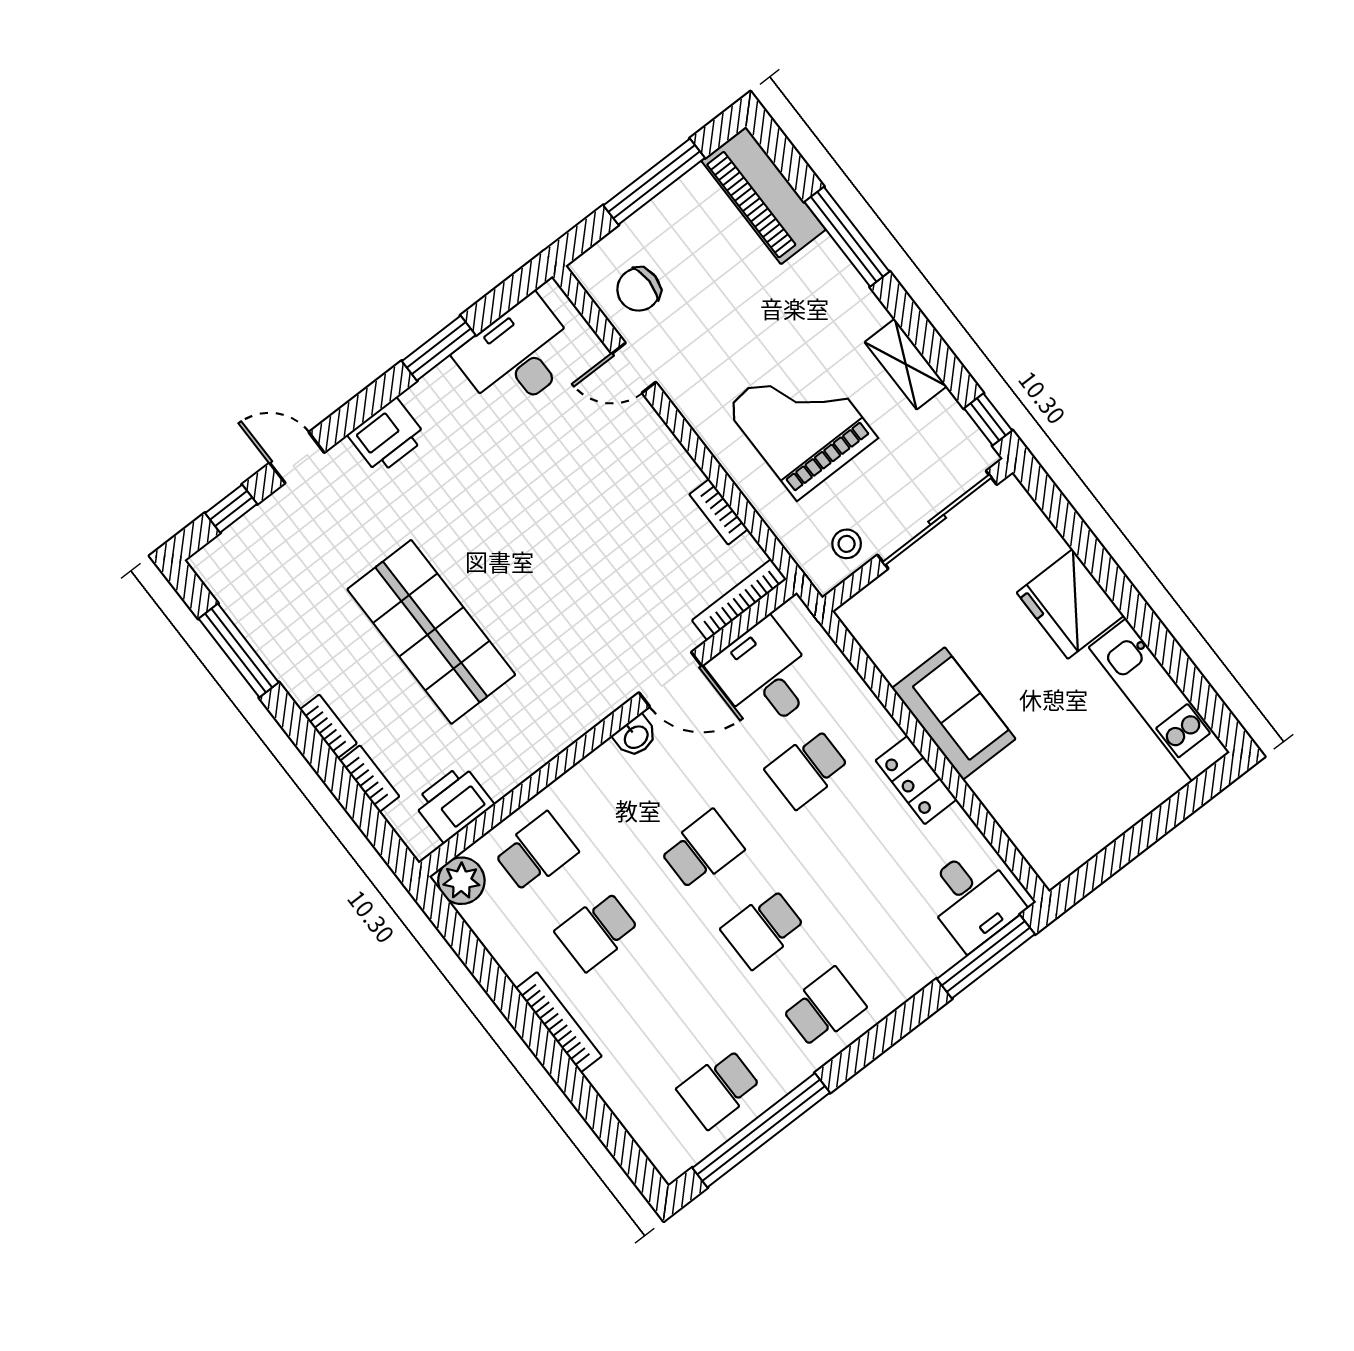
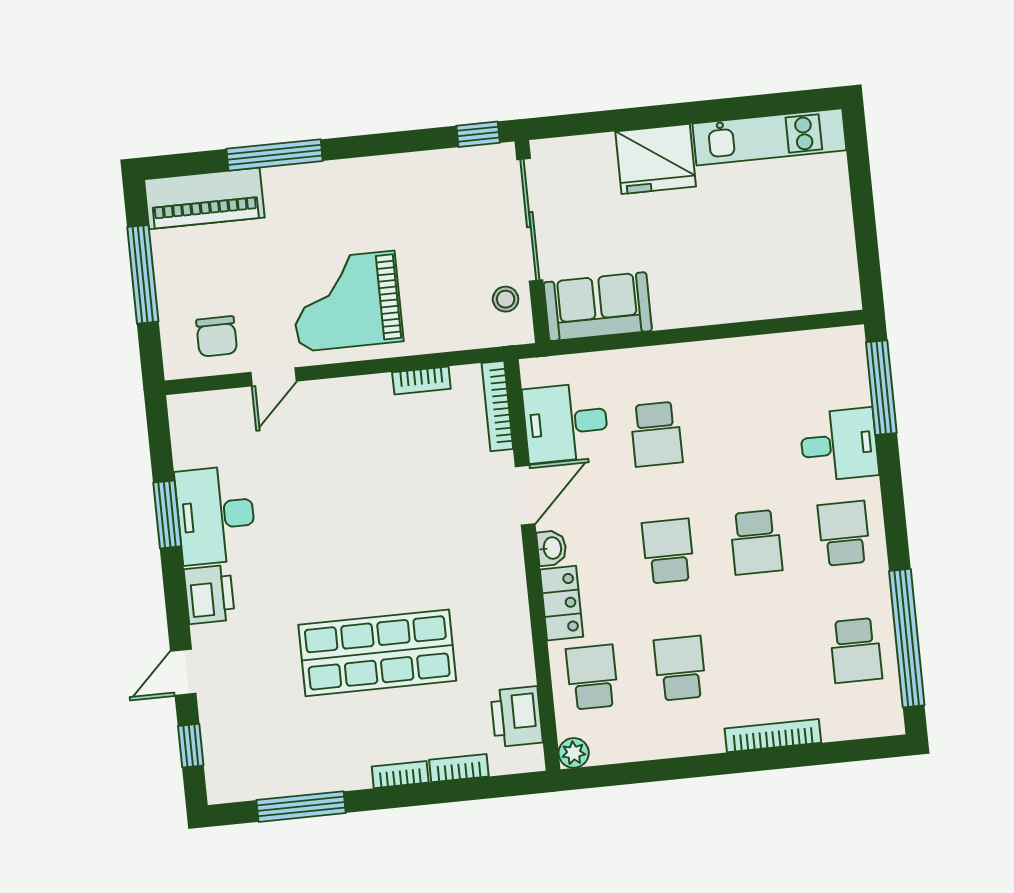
desk: (518, 356) -> (216, 515), moved
shelving: (906, 364) -> (398, 170), removed
grand piano: (801, 423) -> (346, 301), moved
sofa: (954, 714) -> (598, 307), moved
locker: (916, 780) -> (562, 603), moved, turned -90
plant: (461, 881) -> (574, 753), width x0.73, depth x0.73
desk: (972, 899) -> (839, 445), moved
school desk: (597, 931) -> (680, 668), turned 180
bookcase: (559, 1022) -> (773, 736), moved

